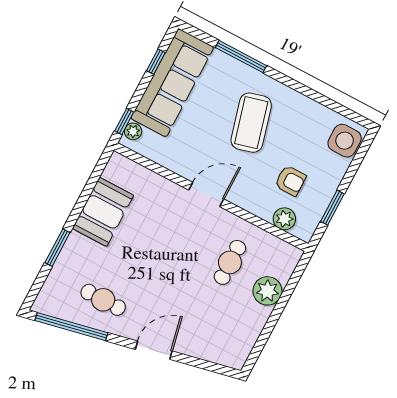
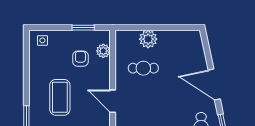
coffee table: (251, 123) -> (60, 97), turned -75
side table: (345, 141) -> (42, 40), width x0.54, depth x0.54
door: (154, 350) -> (214, 85), width x1.36

